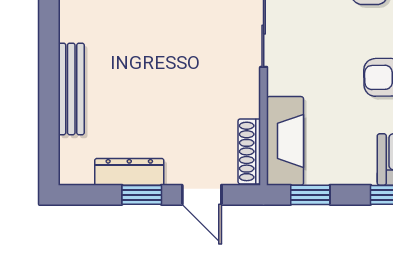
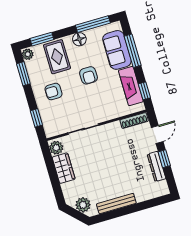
bench: (71, 89) -> (116, 204), moved
fireplace: (285, 141) -> (131, 86), moved, turned -90

